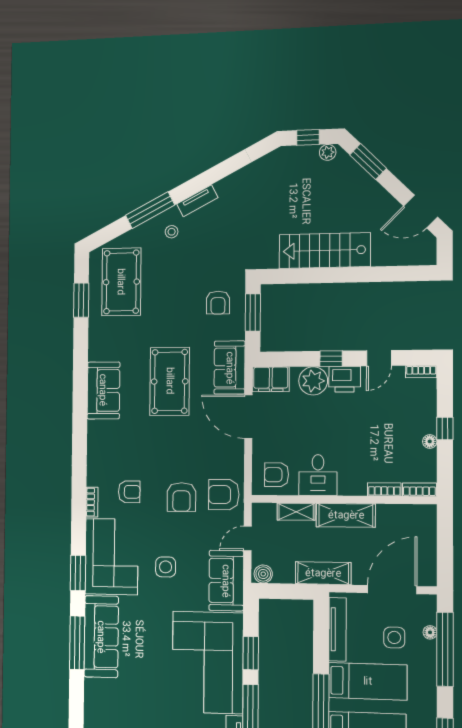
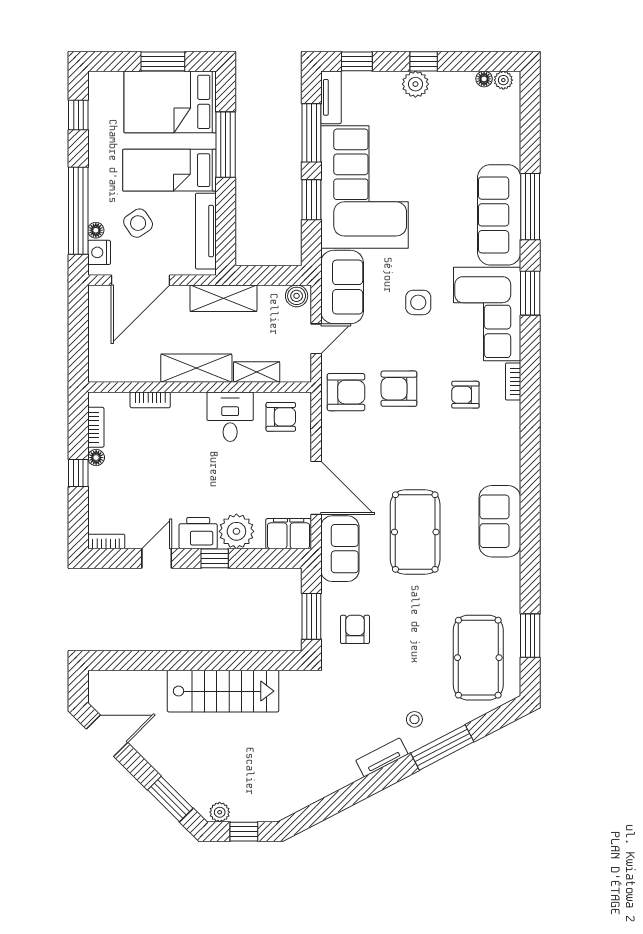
bookcase: (419, 490) -> (96, 427), moved, turned -90
armchair: (181, 497) -> (399, 389), turned -90
nightstand: (427, 614) -> (99, 252), added
side table: (394, 637) -> (138, 223), turned -34

